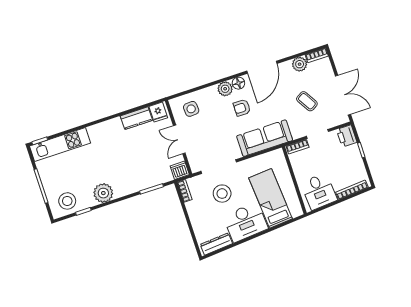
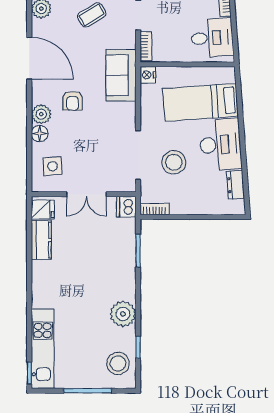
floor lamp: (238, 83) -> (40, 134), moved
sofa: (265, 138) -> (121, 75), width x0.73
nightstand: (278, 155) -> (148, 75), added
dresser: (216, 244) -> (235, 185), width x0.70

